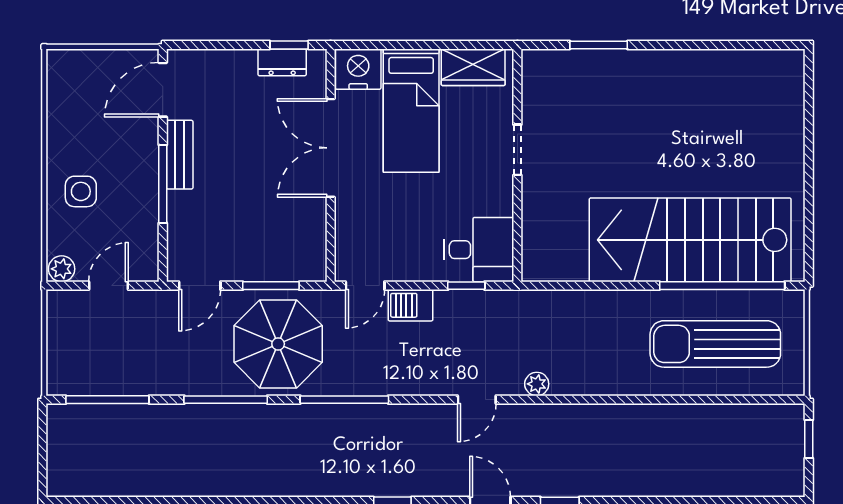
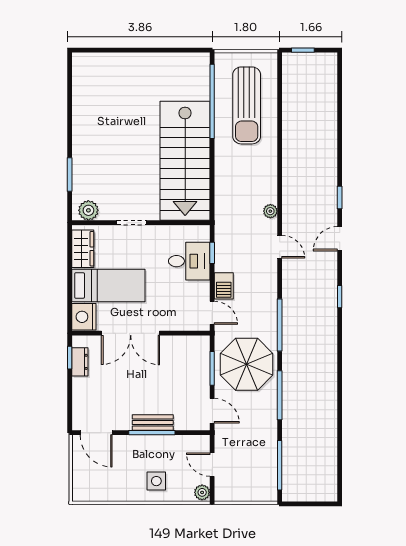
plant: (538, 77) -> (88, 210), added
bench: (180, 155) -> (153, 422), moved
stairs: (690, 240) -> (185, 161), moved
desk: (479, 250) -> (189, 261), moved, turned 90

